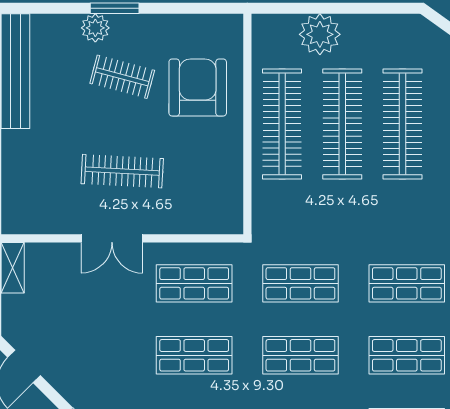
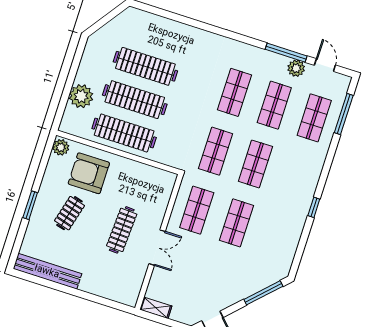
plant: (95, 28) -> (61, 147), moved

